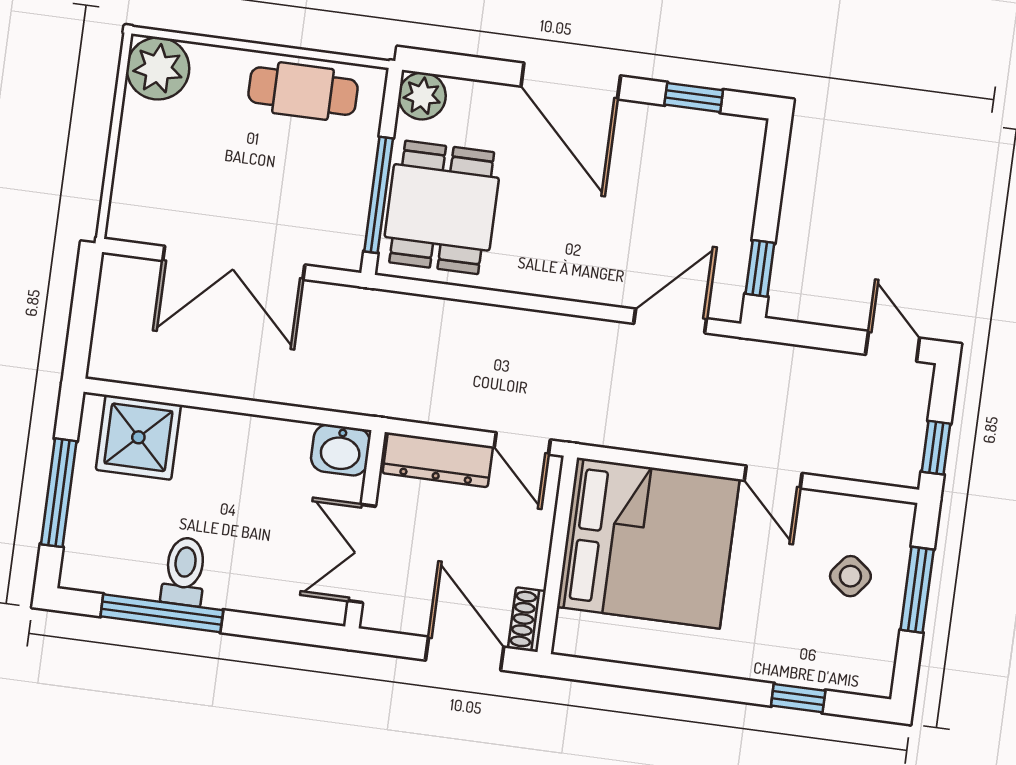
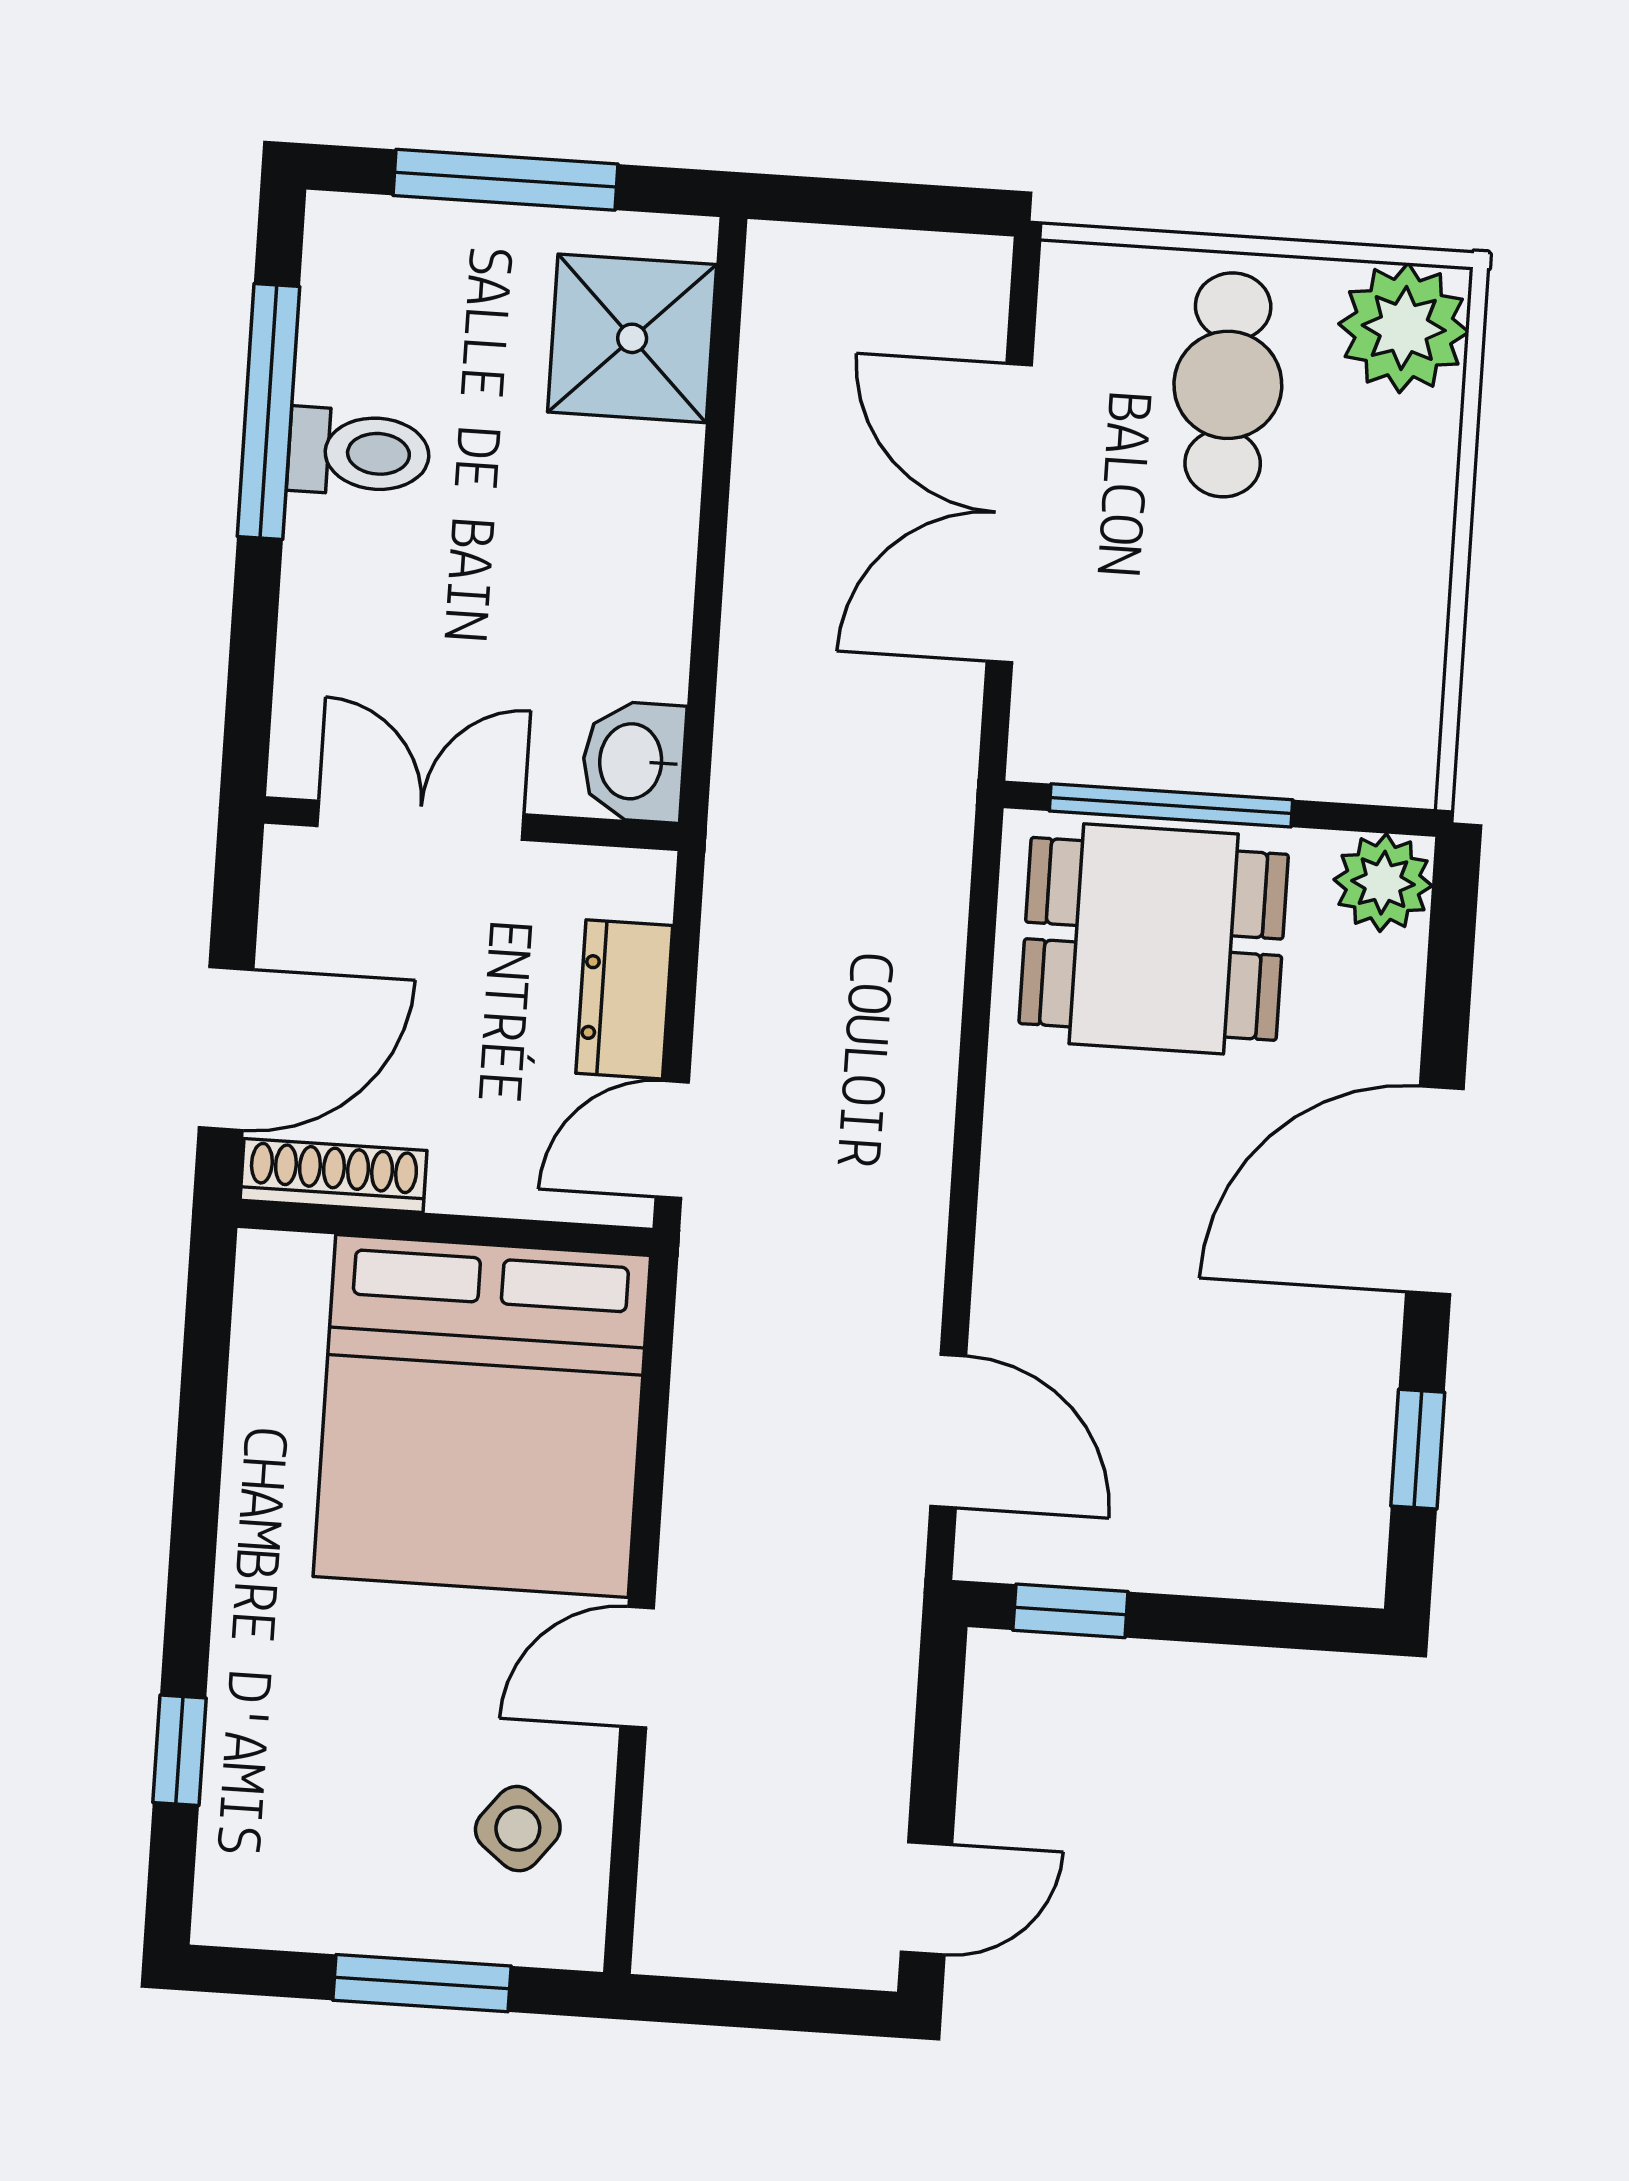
cafe table: (303, 91) -> (1228, 385), moved
window: (936, 448) -> (721, 2003), removed
dresser: (438, 460) -> (624, 999), width x0.70
side table: (850, 576) -> (518, 1829), moved
shoe rack: (527, 619) -> (333, 1175), width x1.43

